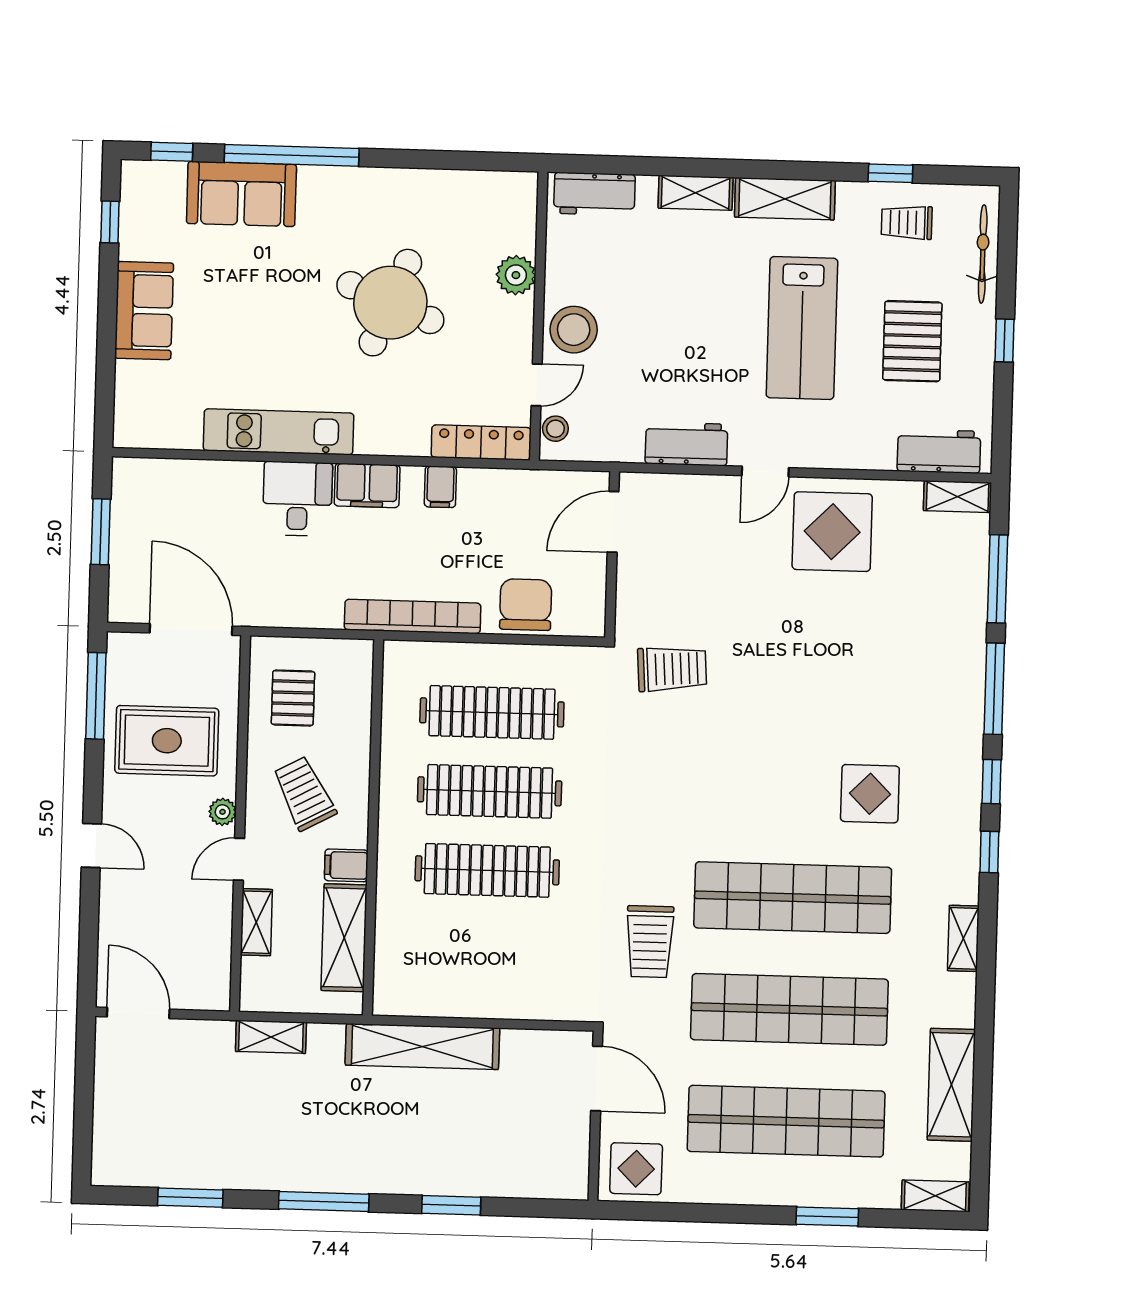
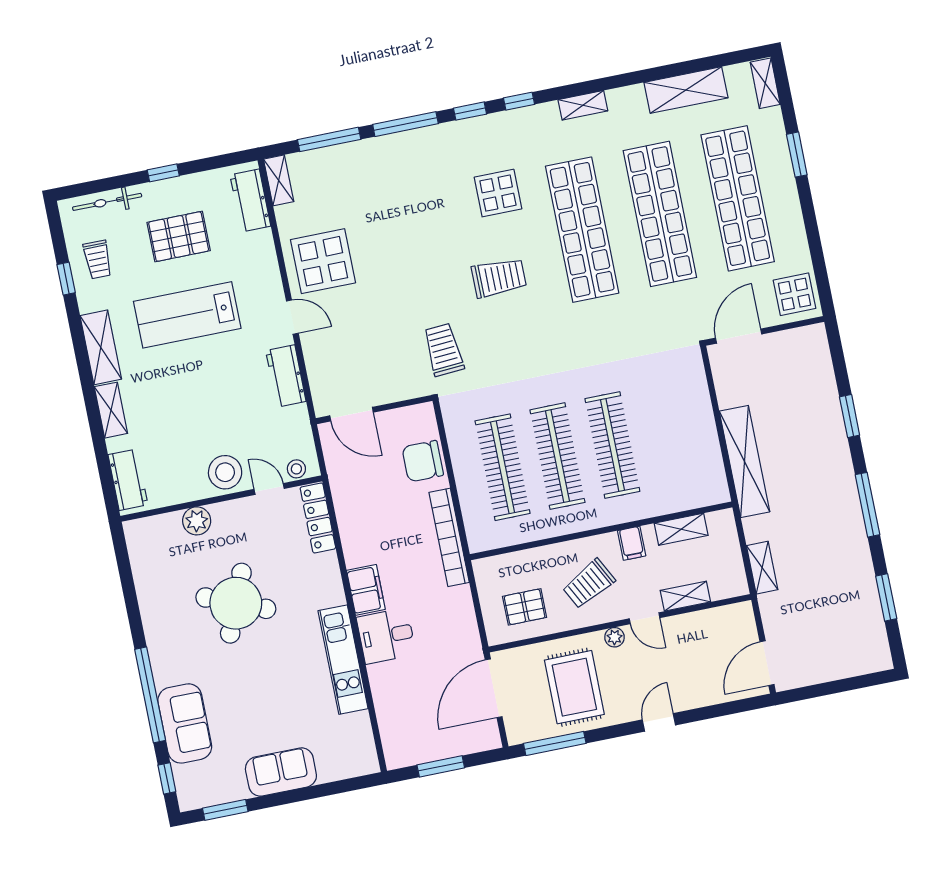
window: (110, 222) -> (225, 810), width x1.50
lab bench: (802, 328) -> (187, 315), turned 180
filing cabinet: (440, 487) -> (355, 539), removed
shelving: (344, 938) -> (681, 529), width x0.67, depth x0.75
trolley: (650, 942) -> (499, 278), moved

